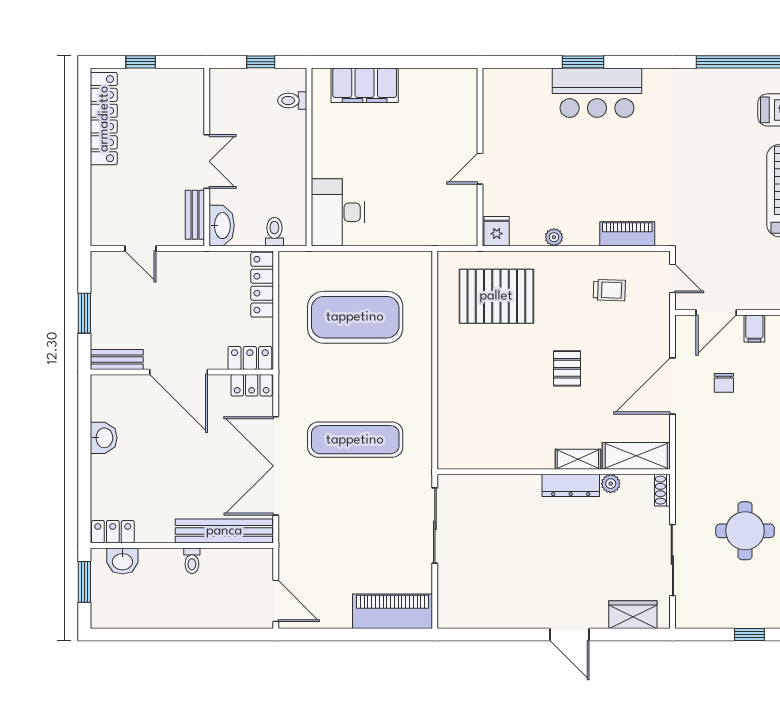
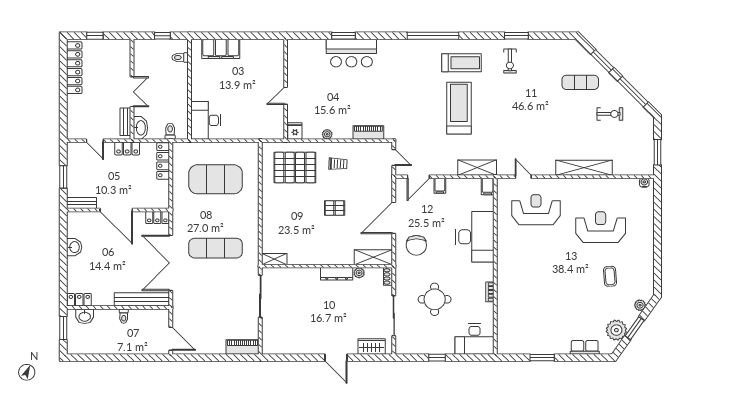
trolley: (609, 290) -> (338, 164), moved
locker: (250, 358) -> (127, 148), moved, turned 180
pallet: (567, 368) -> (335, 208), turned 90
chair: (724, 383) -> (416, 245), moved, width x1.87, depth x1.87
shelving: (578, 459) -> (274, 259), moved
piano: (392, 611) -> (242, 347), width x0.73, depth x0.75

